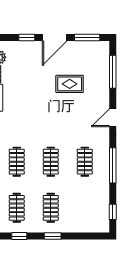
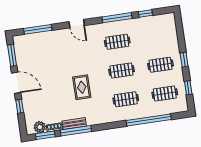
rug: (70, 84) -> (82, 87), moved
window: (113, 212) -> (145, 13), moved

